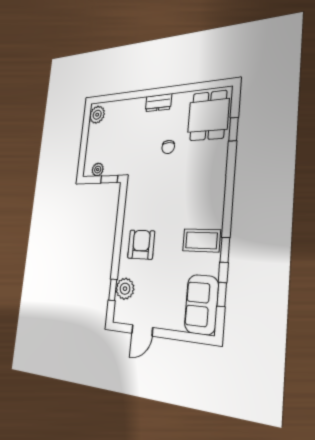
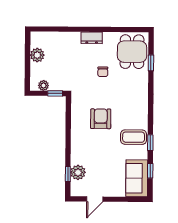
plant: (97, 115) -> (37, 55), moved
armchair: (141, 245) -> (101, 119), moved

